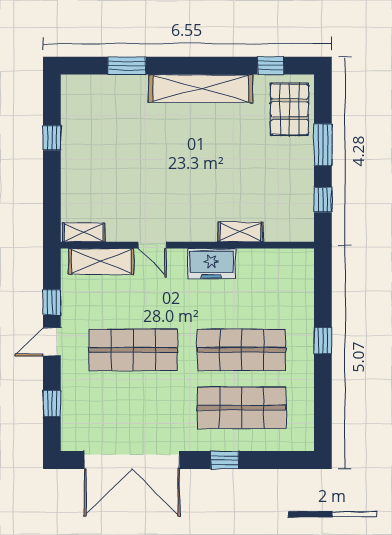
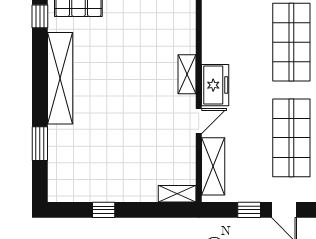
shelving: (84, 232) -> (177, 194), moved, turned 90
shelving: (240, 232) -> (187, 74), moved
freezer: (211, 264) -> (215, 85), moved

